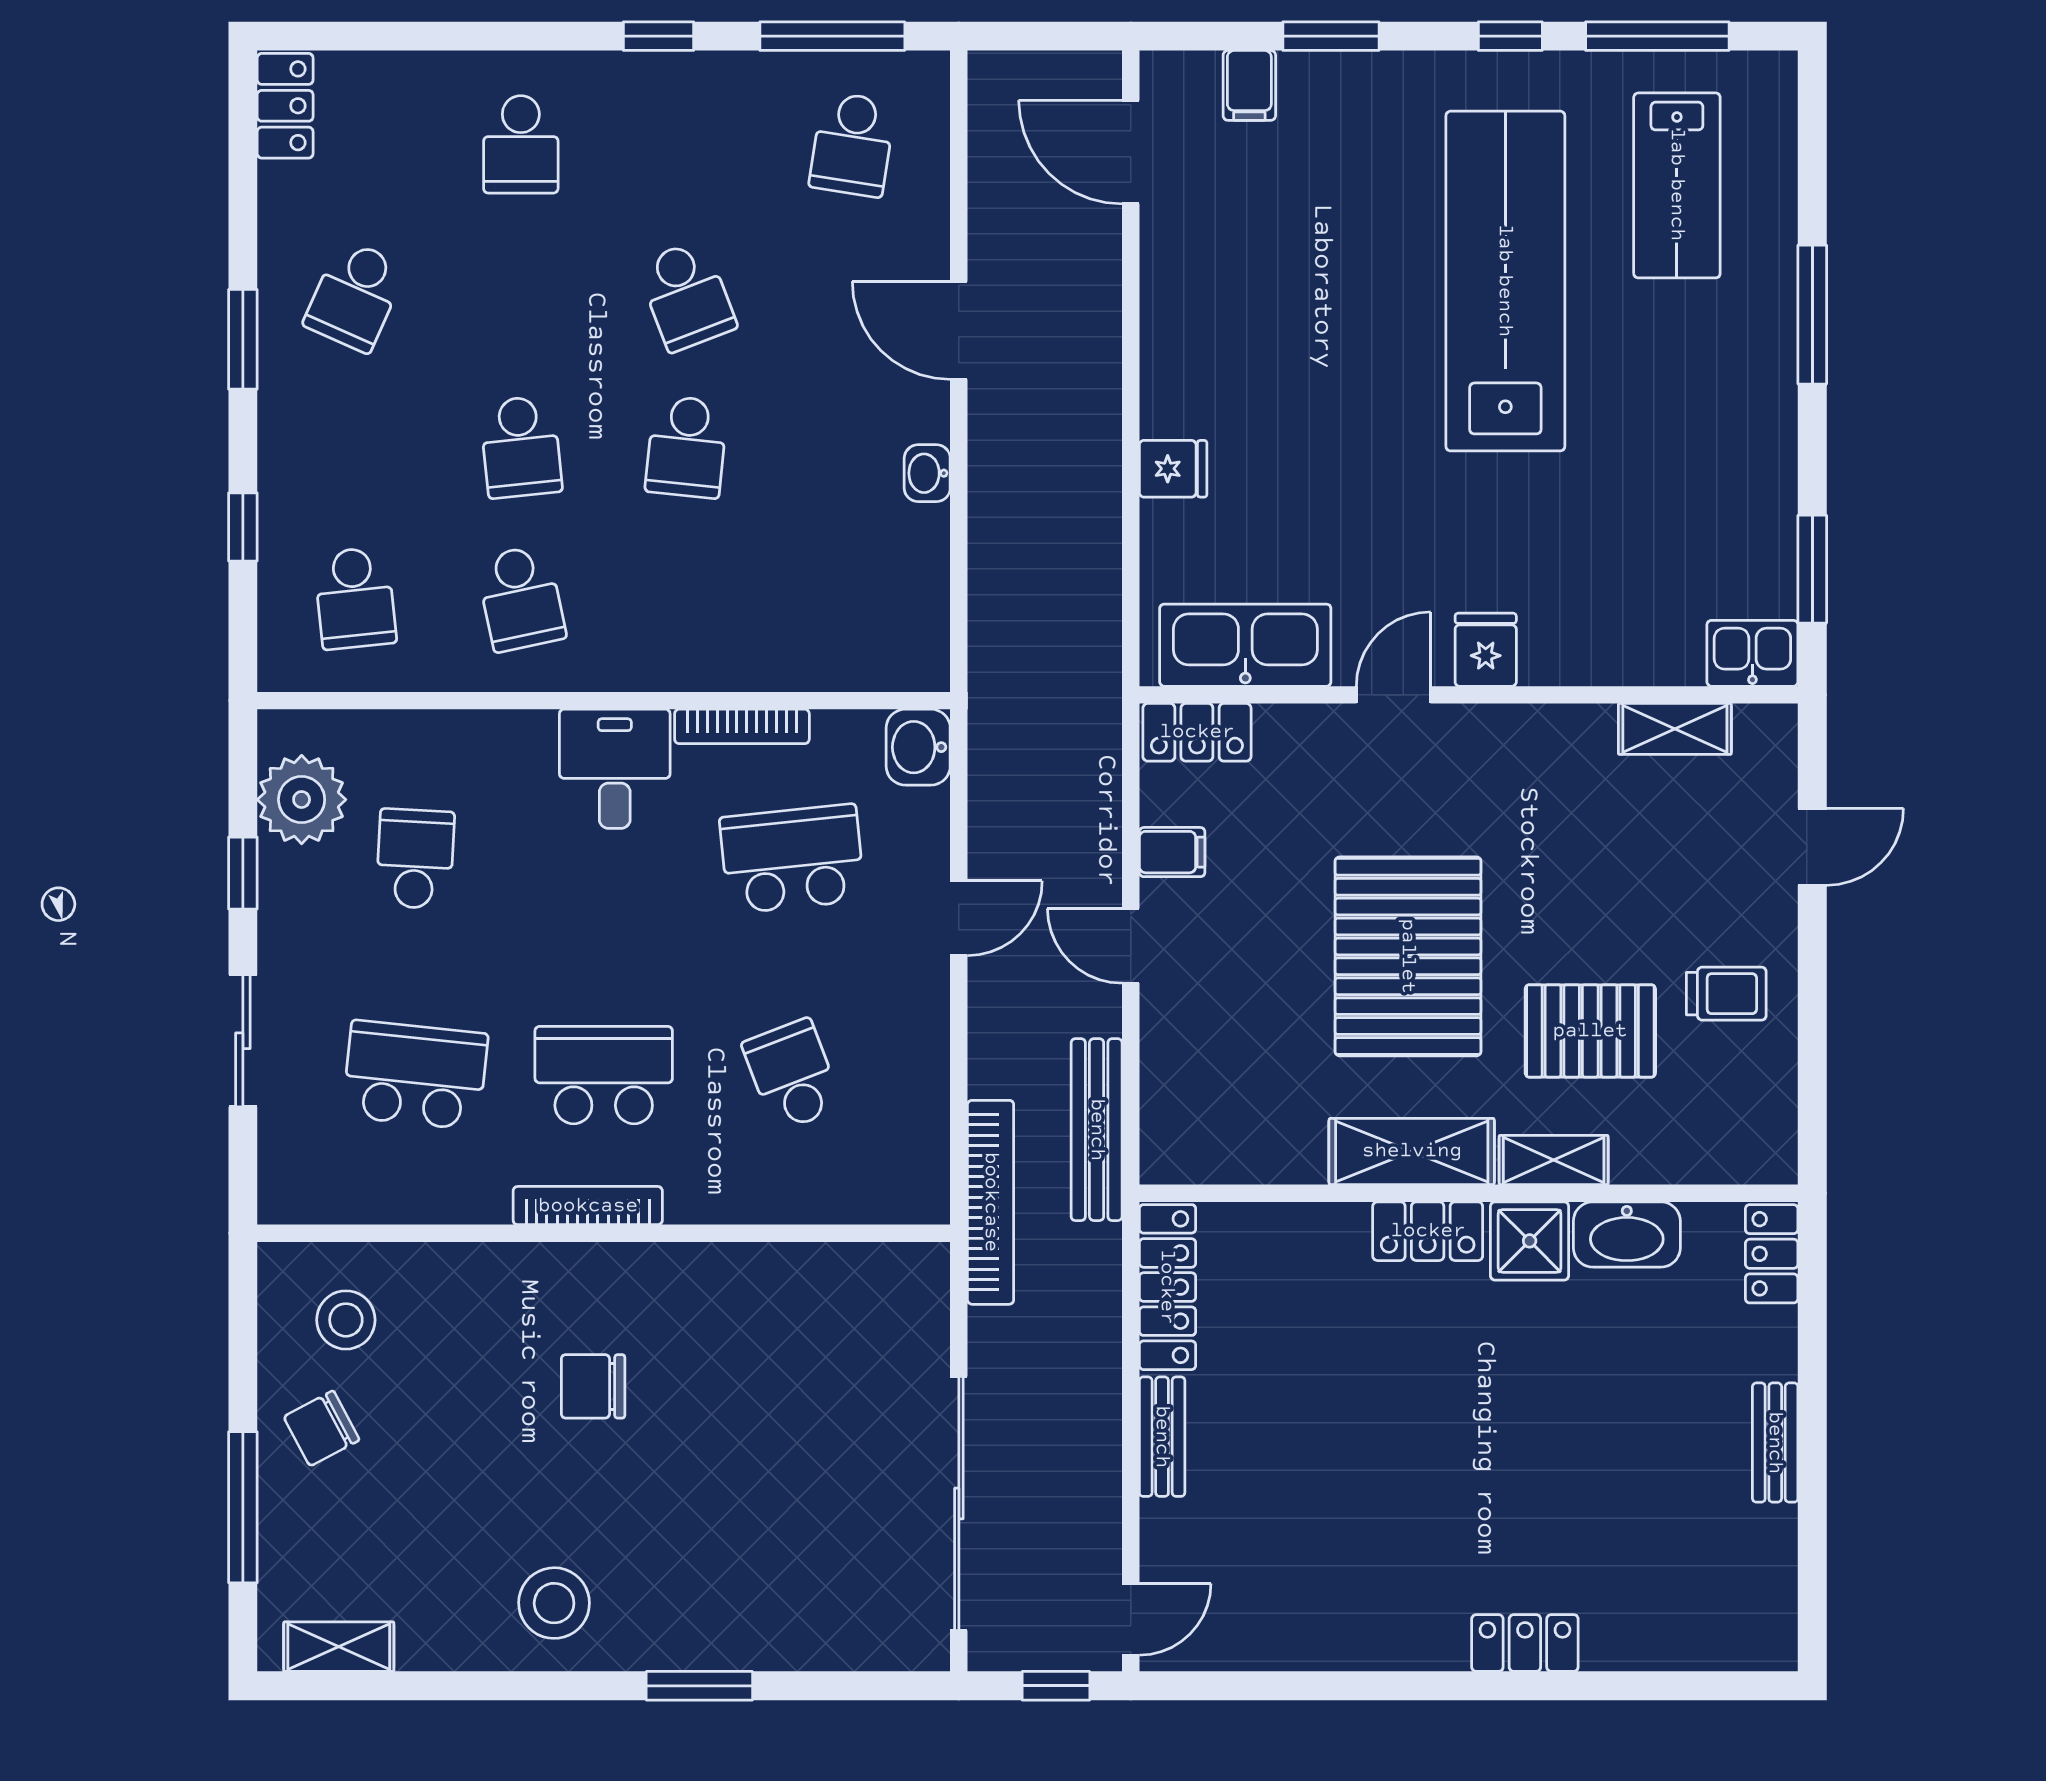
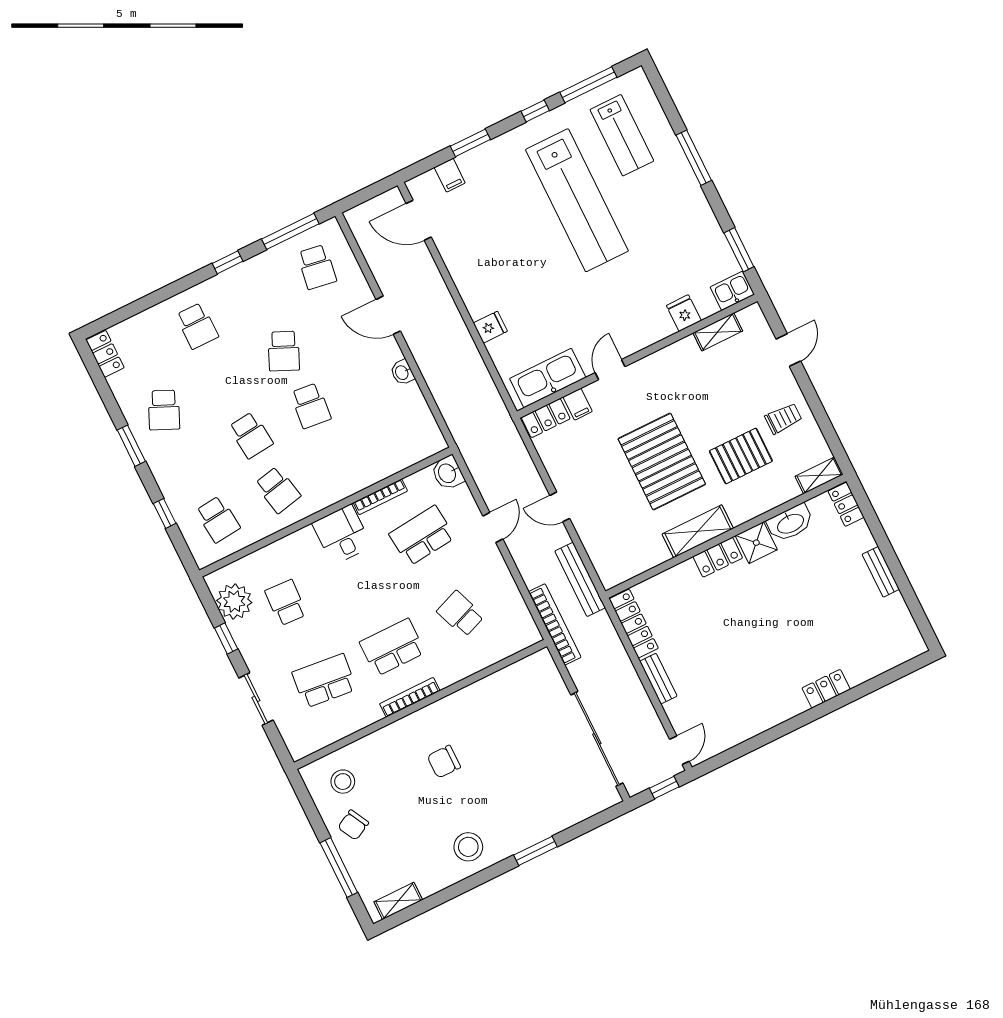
lab bench: (1505, 281) -> (577, 200), turned 180
school desk: (687, 296) -> (284, 351), turned 45
fridge: (1486, 650) -> (684, 313), moved
filing cabinet: (1172, 852) -> (578, 404), moved, turned 90
shelving: (1554, 1160) -> (819, 475), moved

